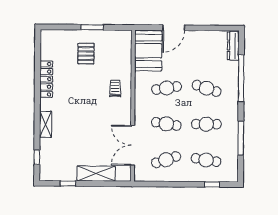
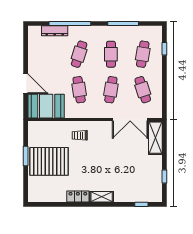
dresser: (233, 46) -> (55, 31), moved
pallet: (86, 54) -> (49, 161), width x2.05, depth x2.00
locker: (46, 79) -> (78, 197), width x0.66
shelving: (46, 124) -> (102, 197), moved
shelving: (96, 174) -> (155, 138), moved

